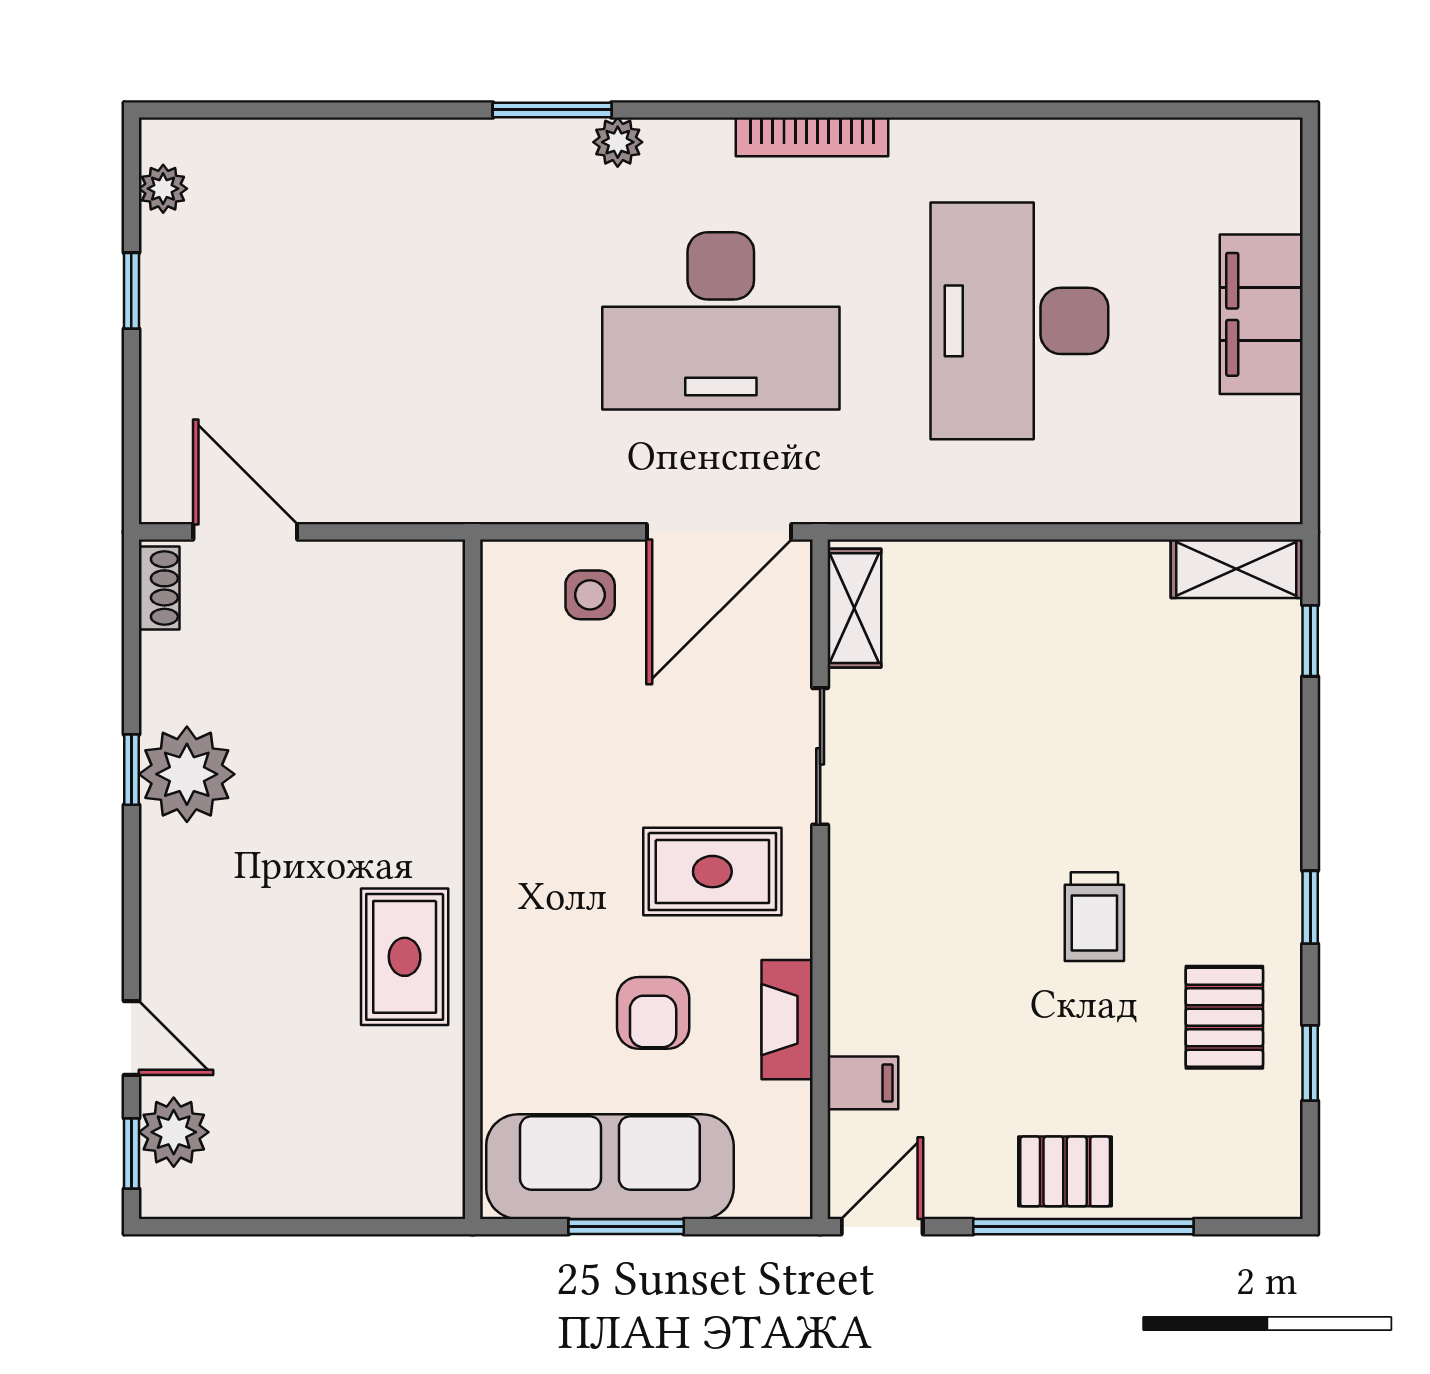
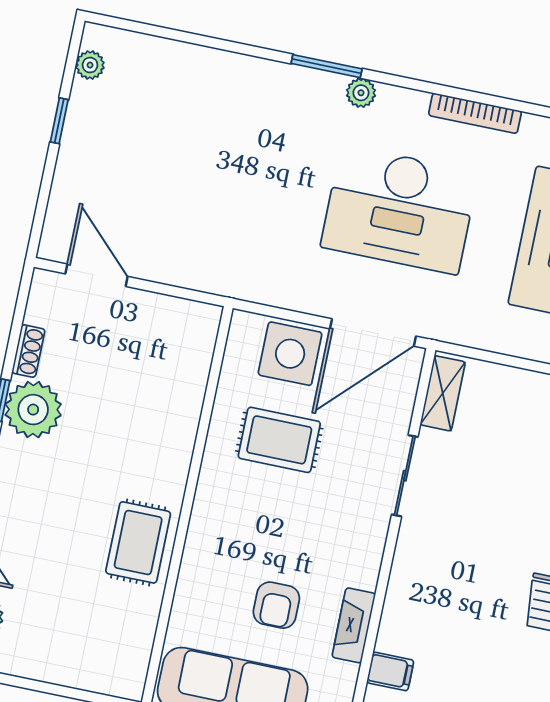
shoe rack: (159, 588) -> (28, 351), moved
side table: (590, 595) -> (290, 354), width x1.87, depth x1.87
rug: (712, 872) -> (279, 440), moved

